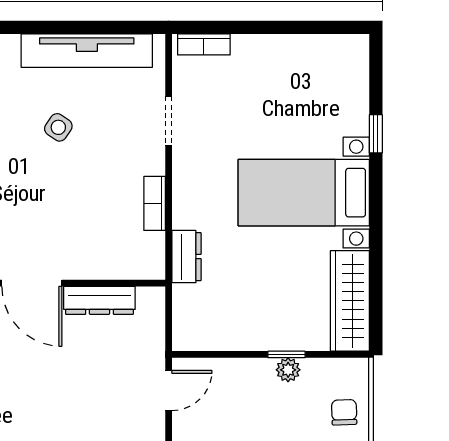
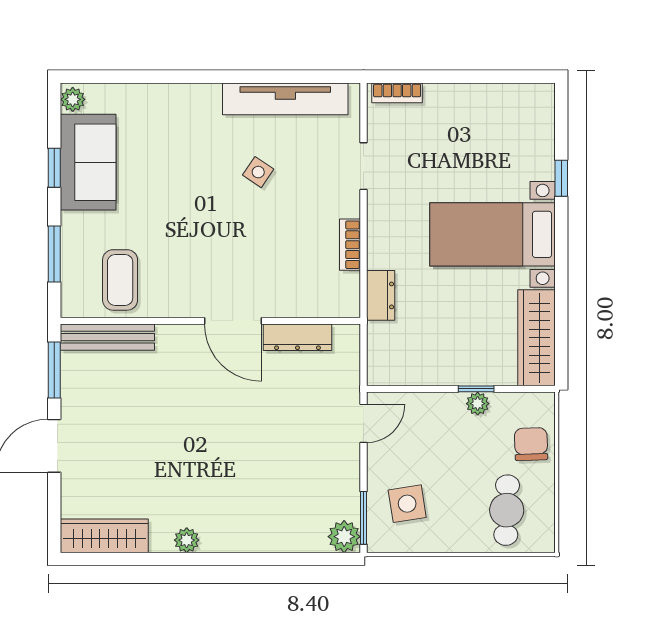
chair: (344, 412) -> (531, 444), width x1.37, depth x1.37

